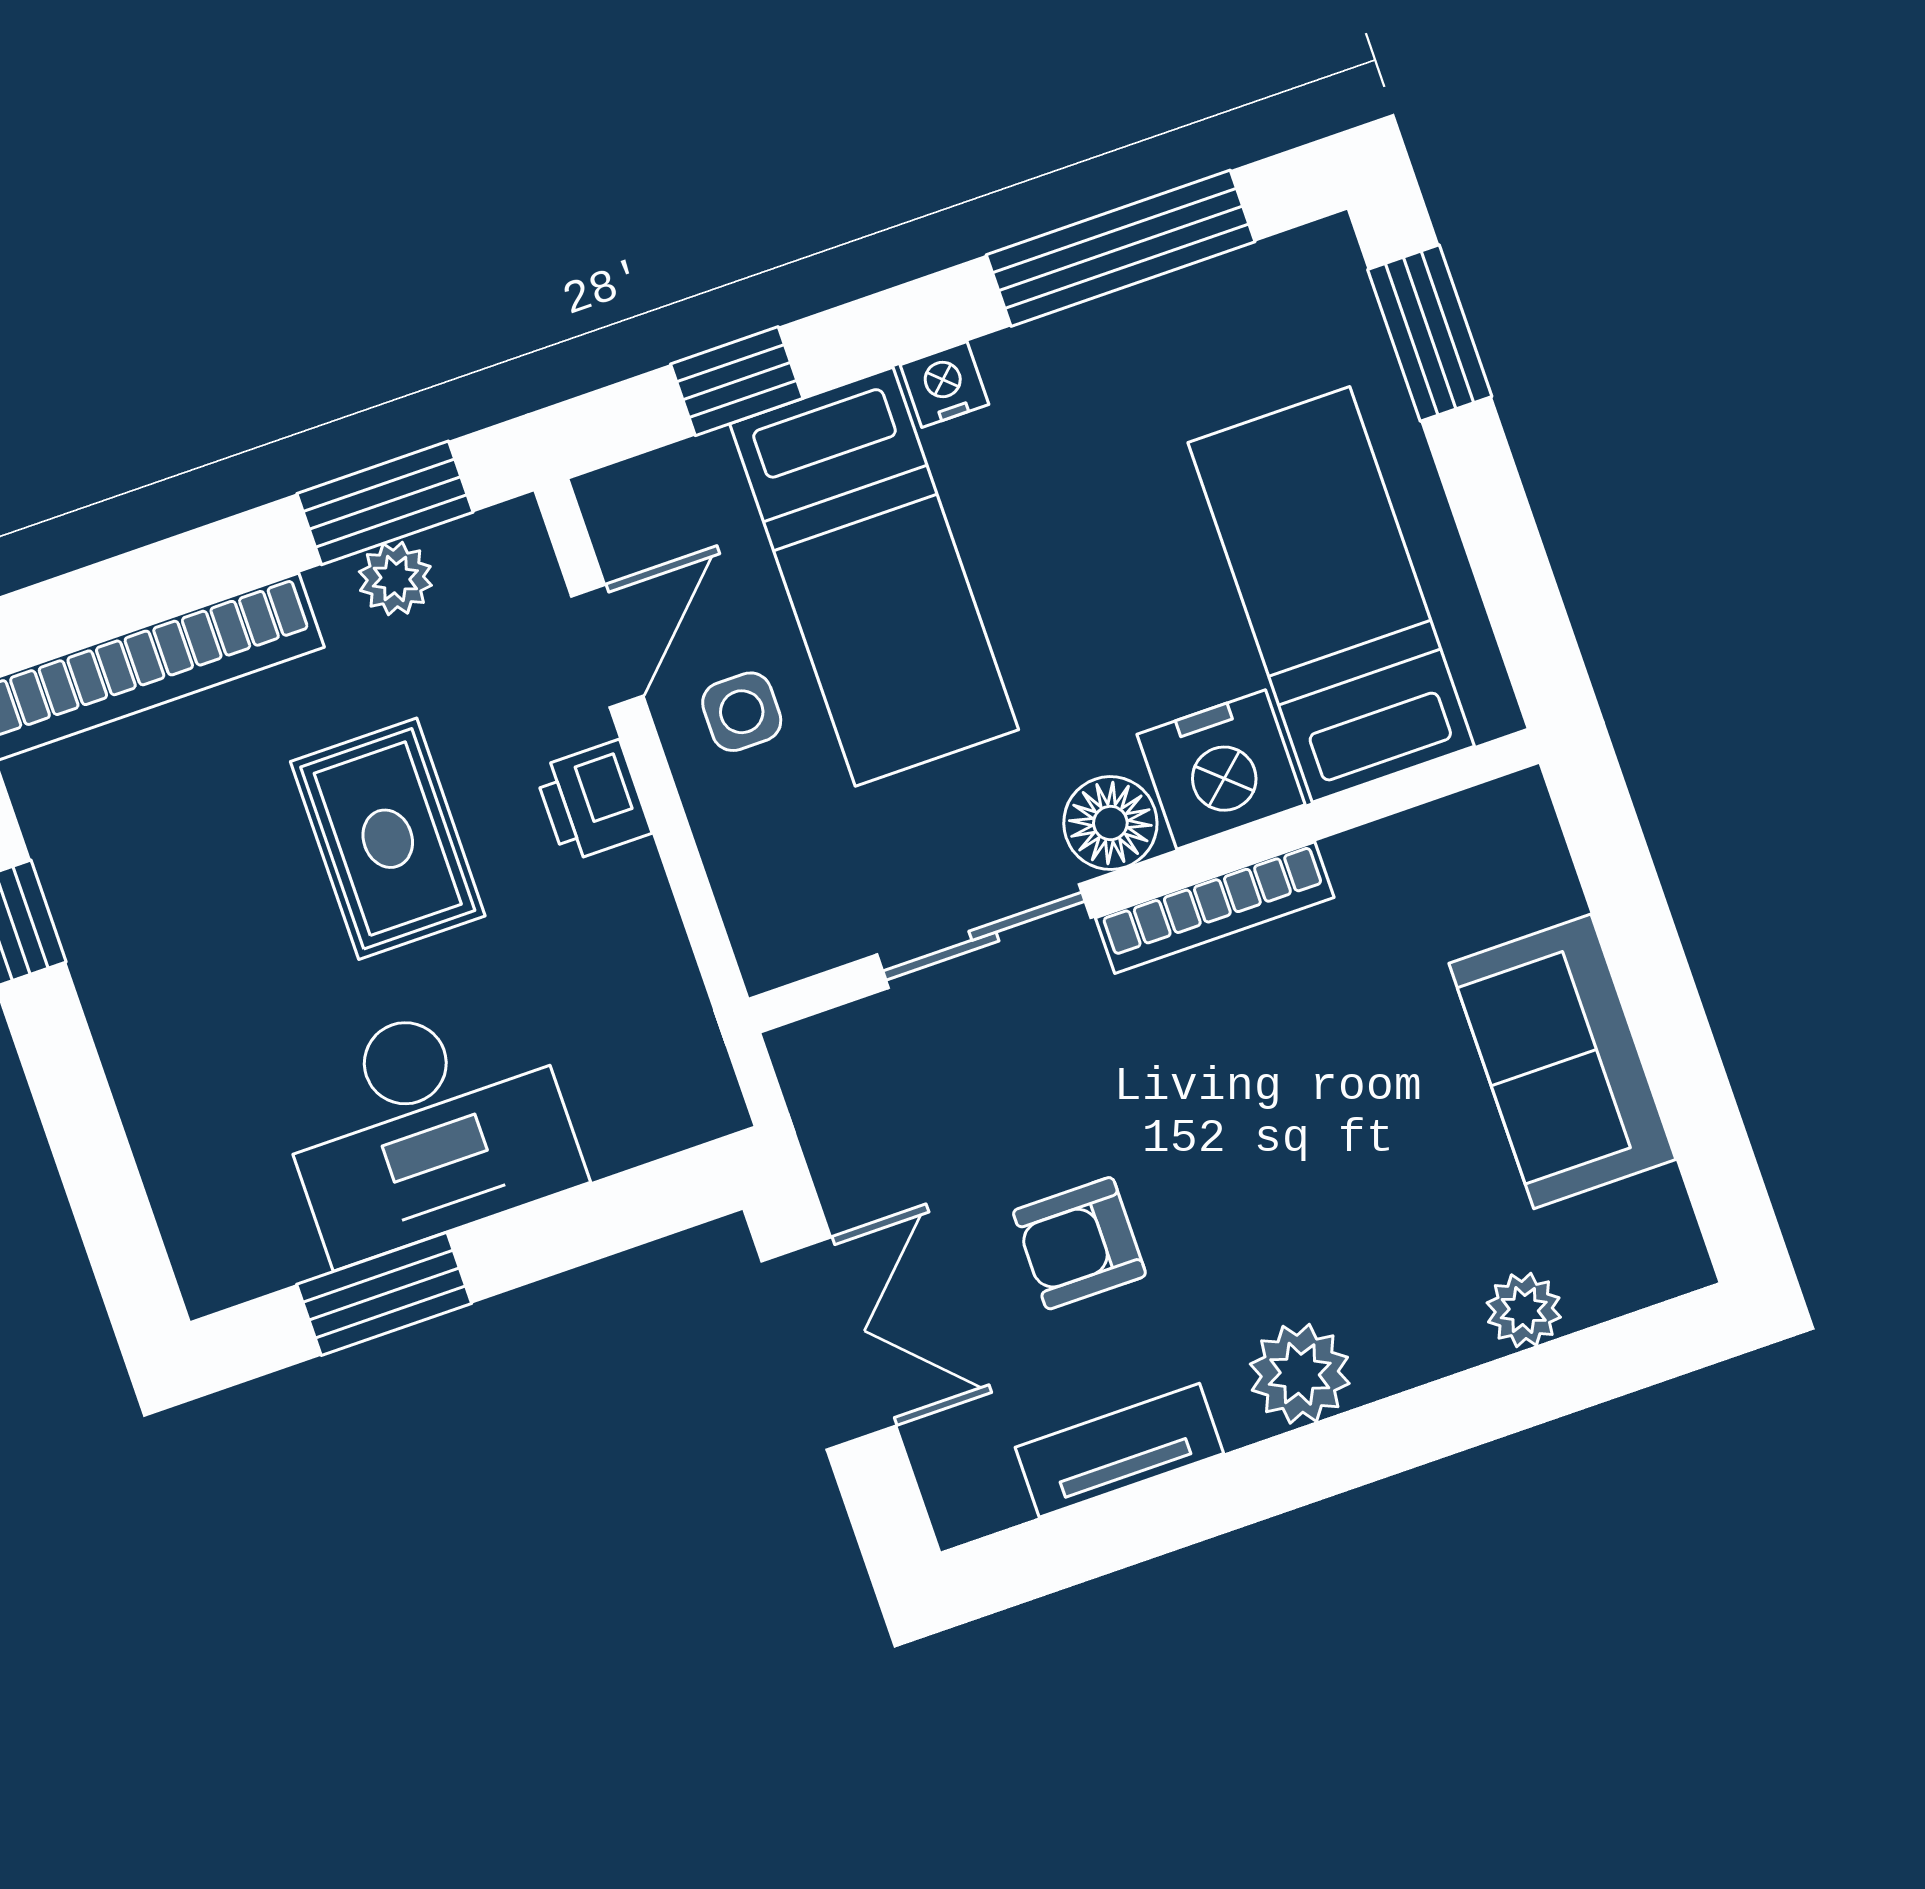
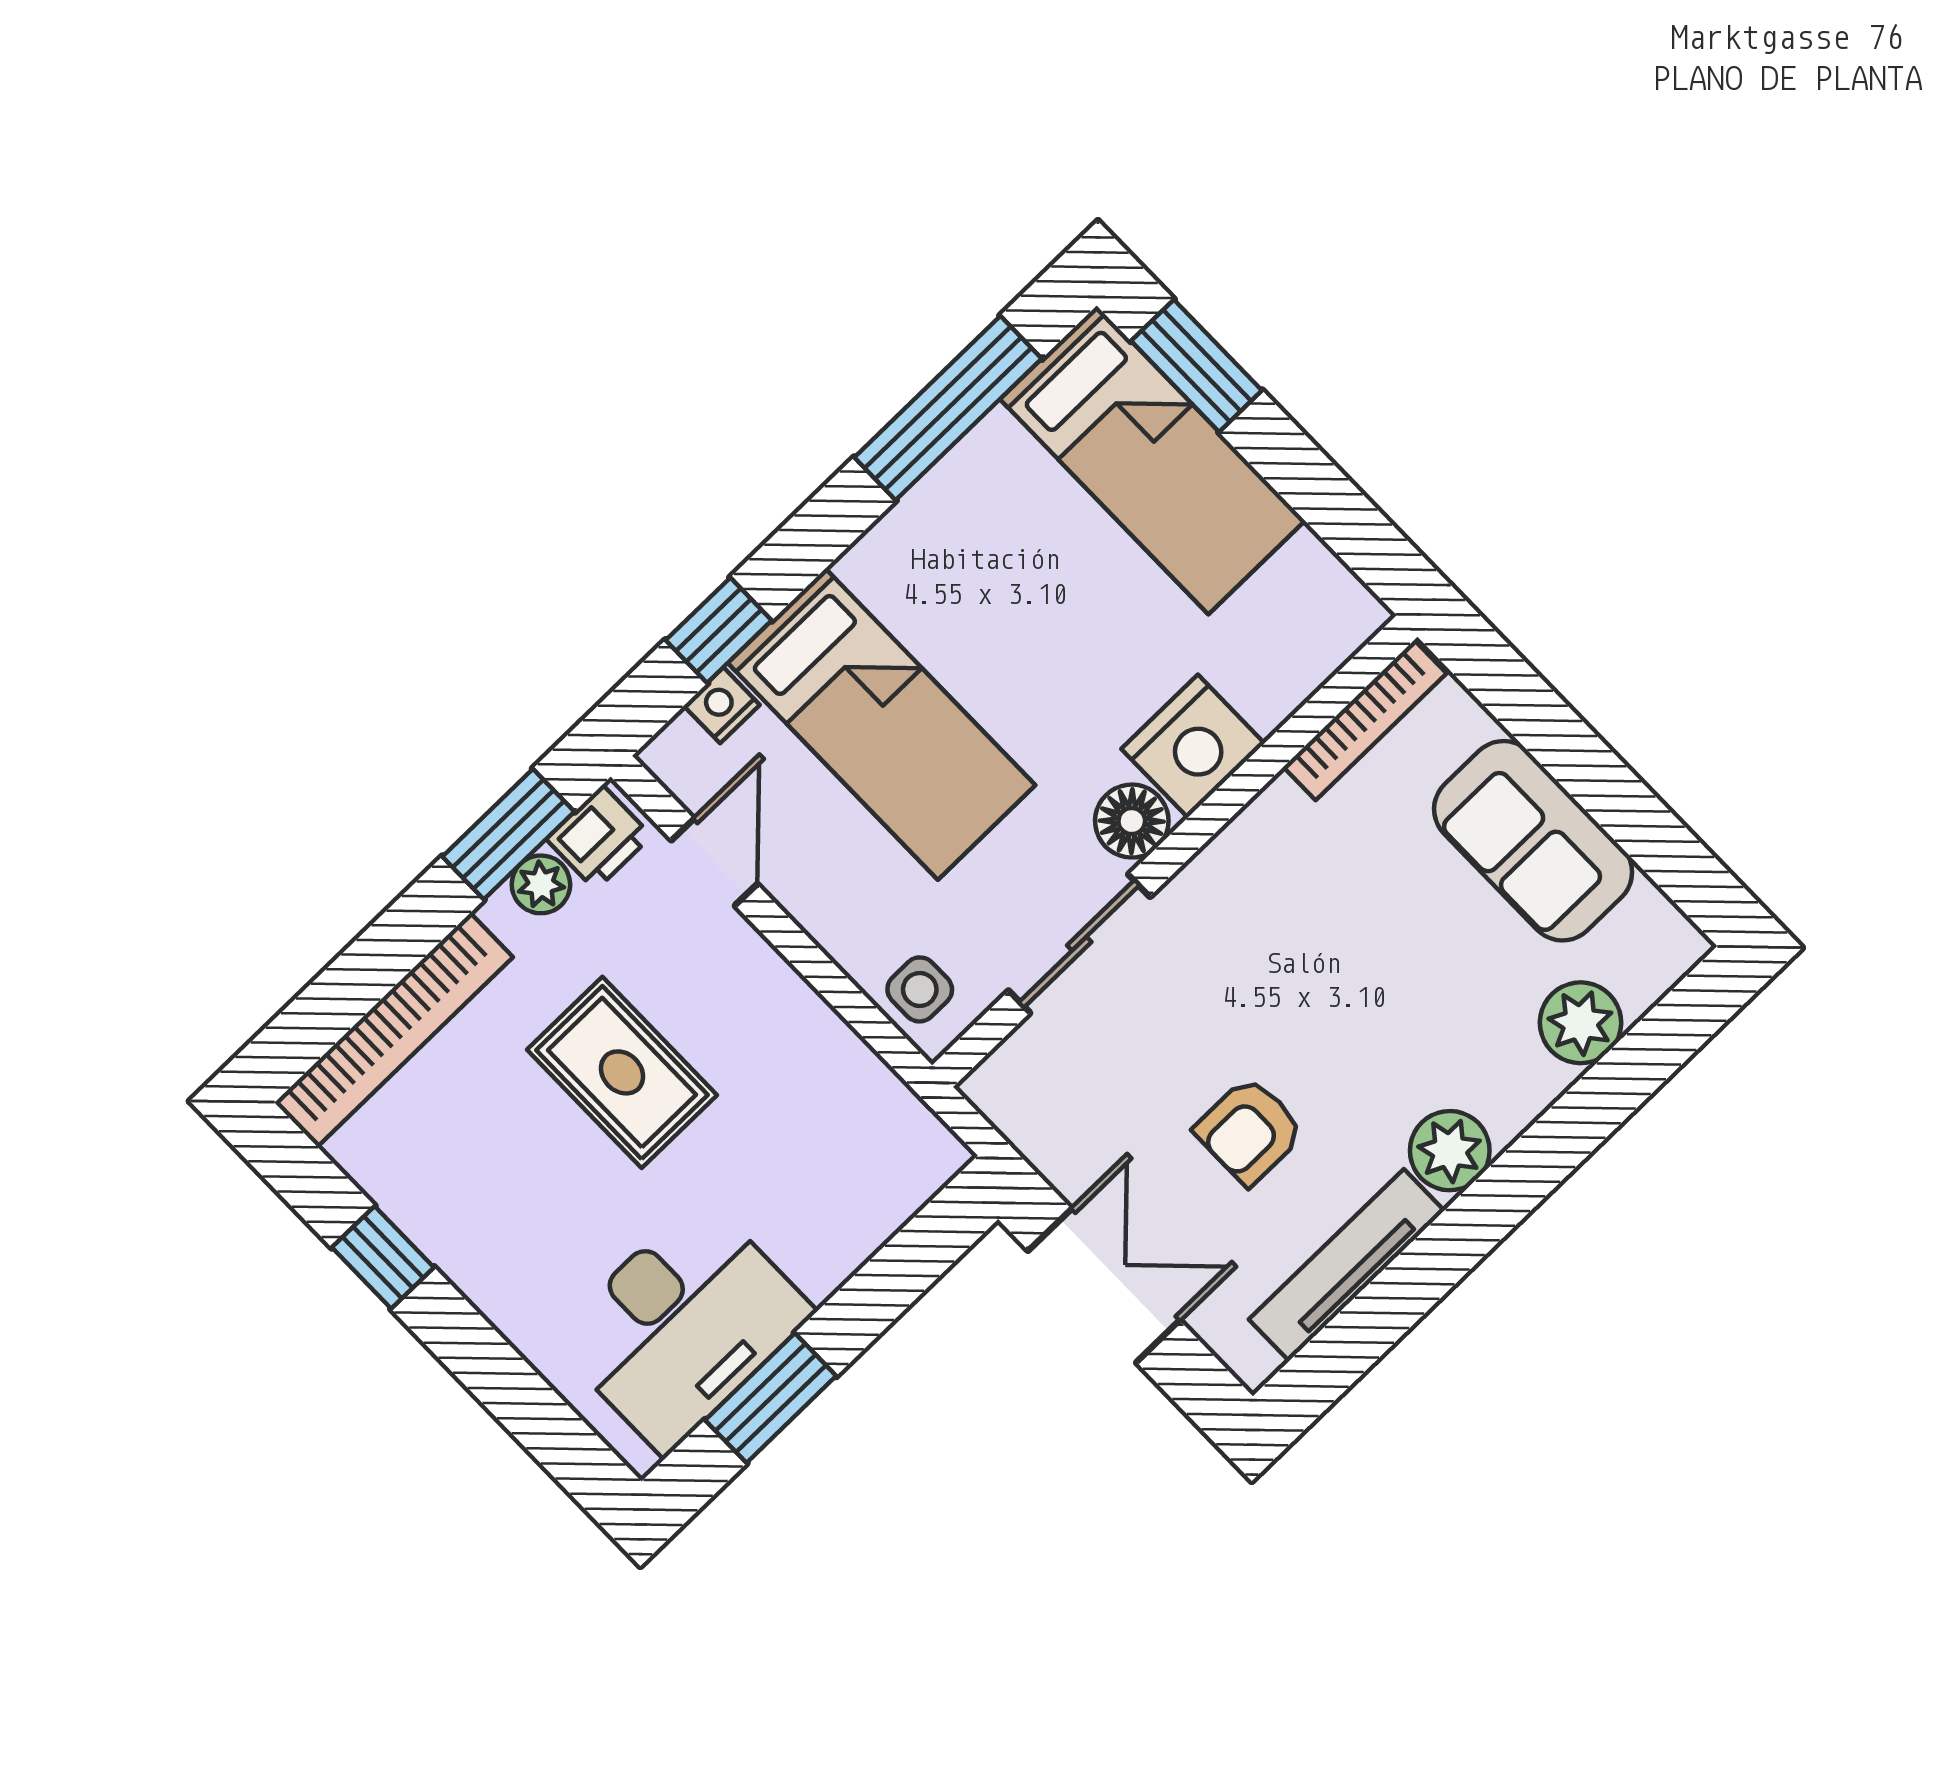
nightstand: (944, 385) -> (722, 705), moved
bed: (1331, 594) -> (1152, 460), moved, turned 180
side table: (742, 712) -> (920, 989), moved
printer: (593, 801) -> (599, 837), moved, turned -90
bookcase: (1215, 908) -> (1365, 720), moved
desk: (427, 1126) -> (683, 1325), moved
plant: (1524, 1310) -> (1581, 1023), width x1.38, depth x1.38
tv unit: (1119, 1450) -> (1347, 1265), width x1.41

